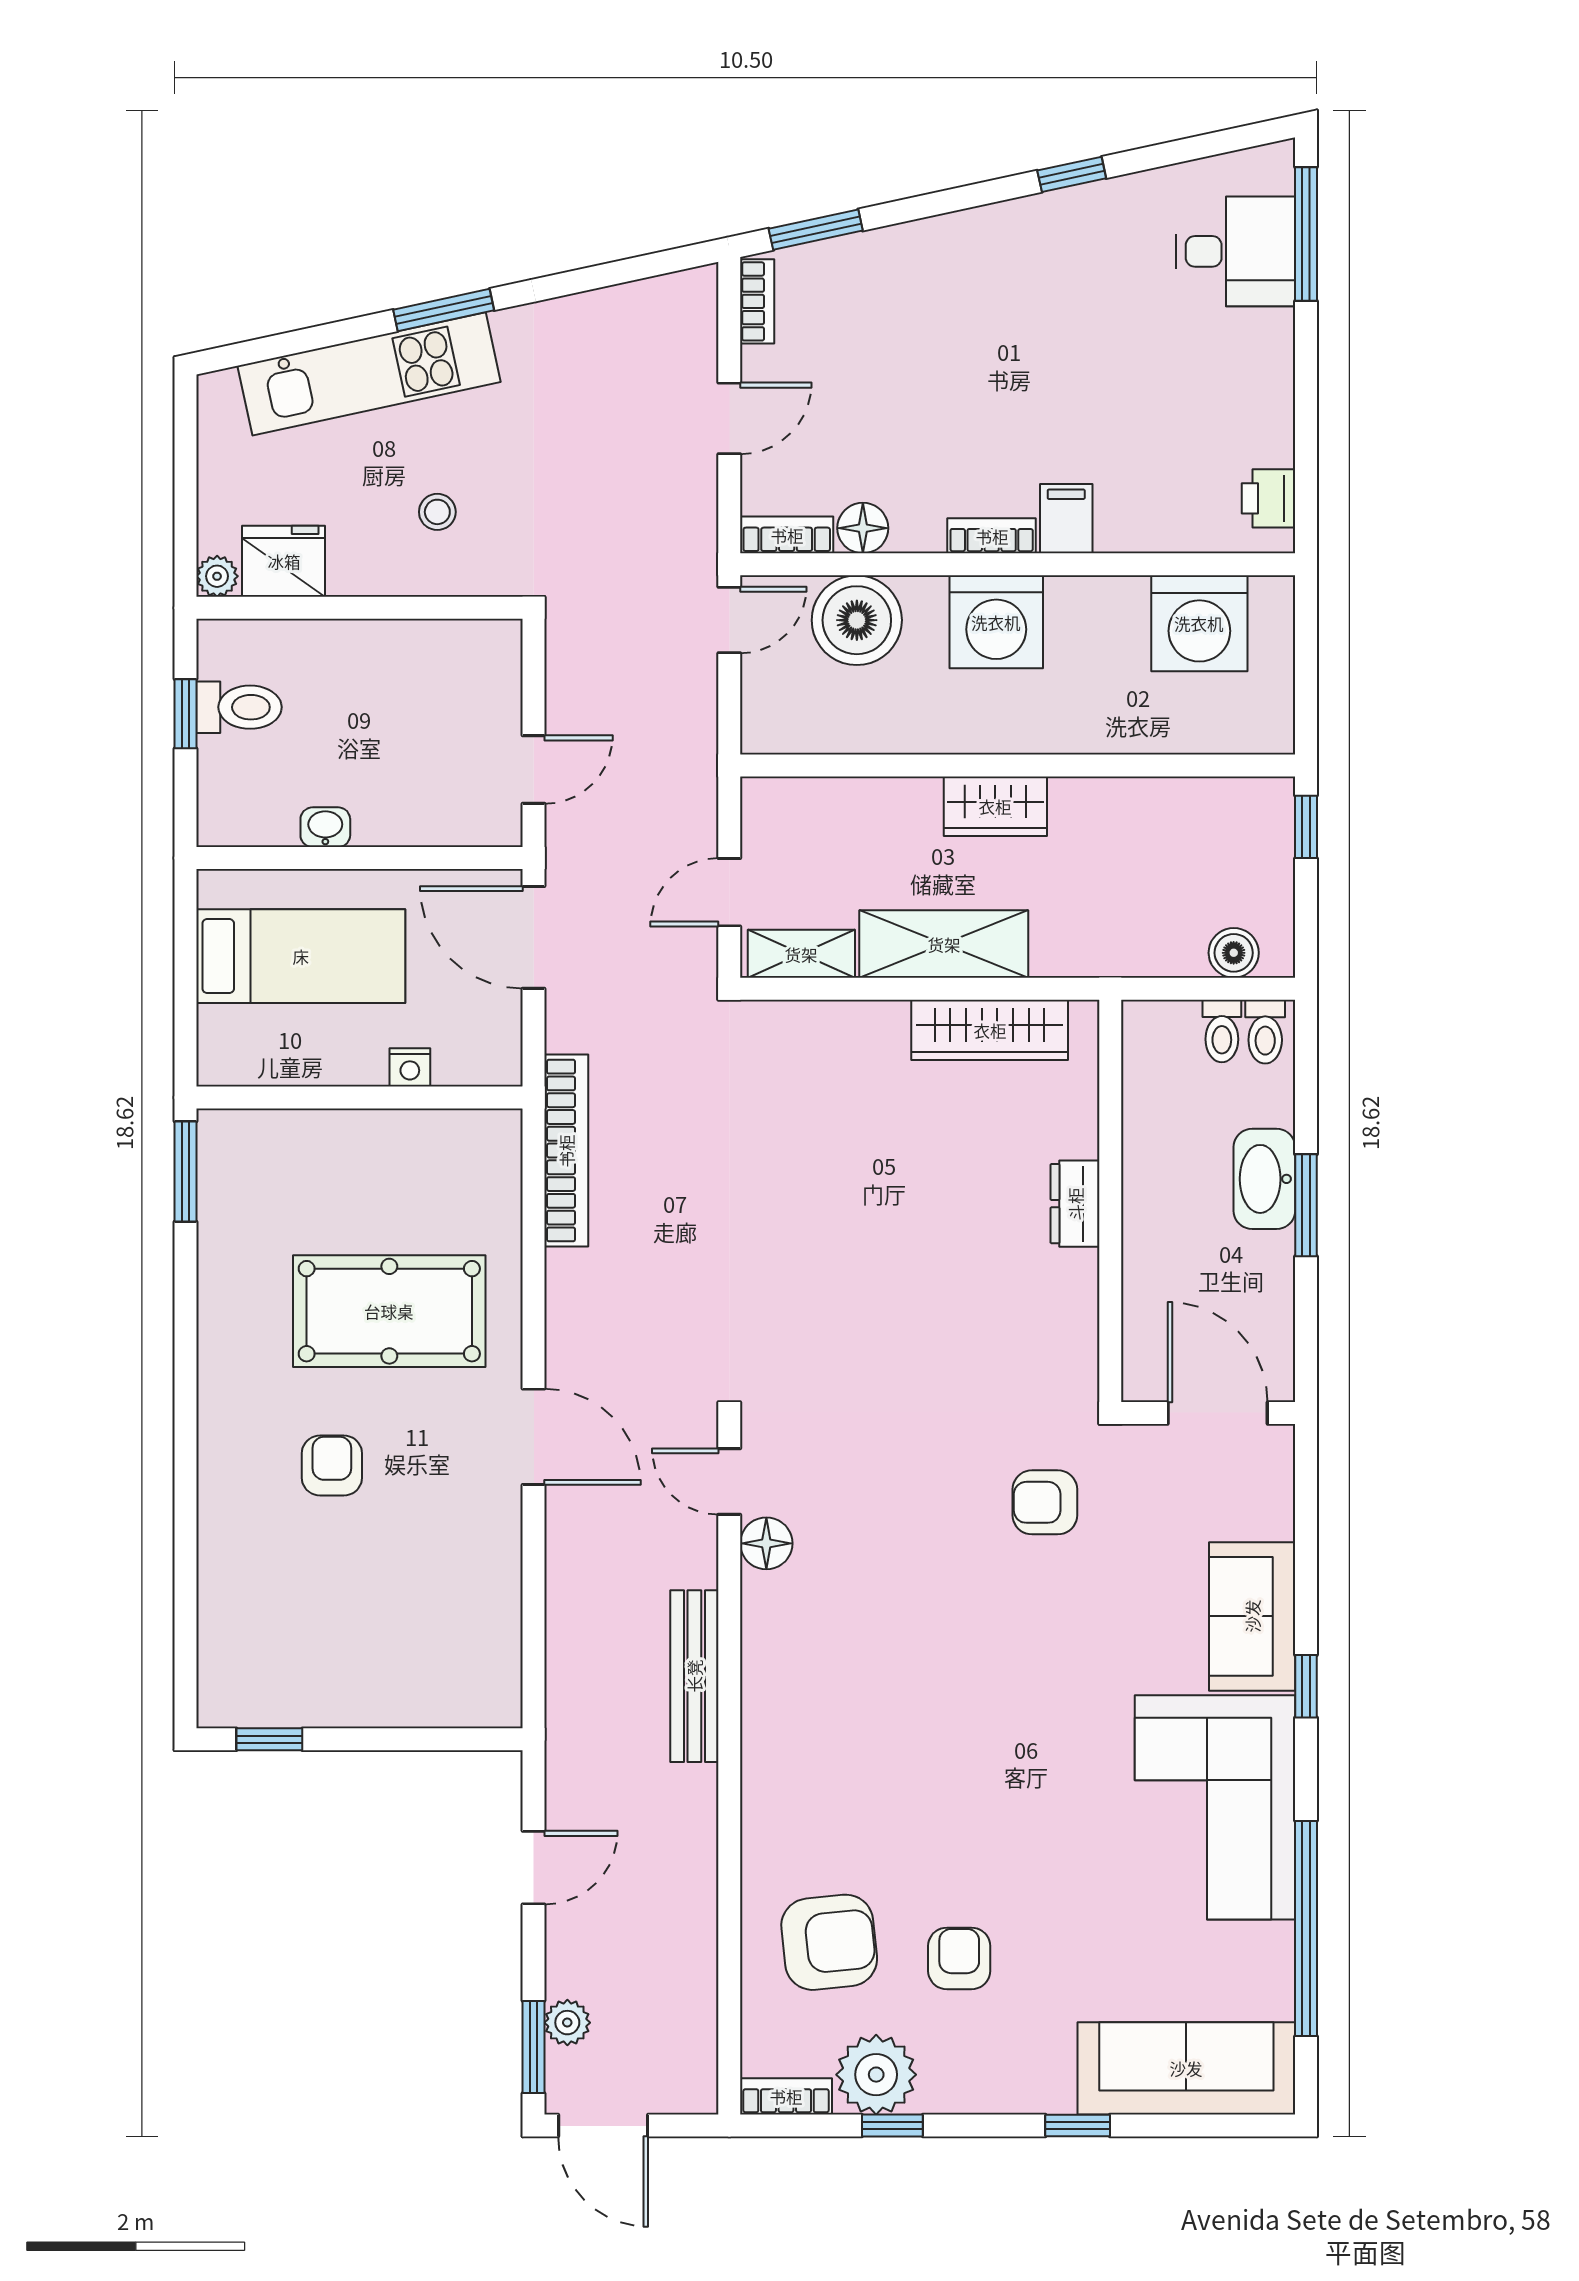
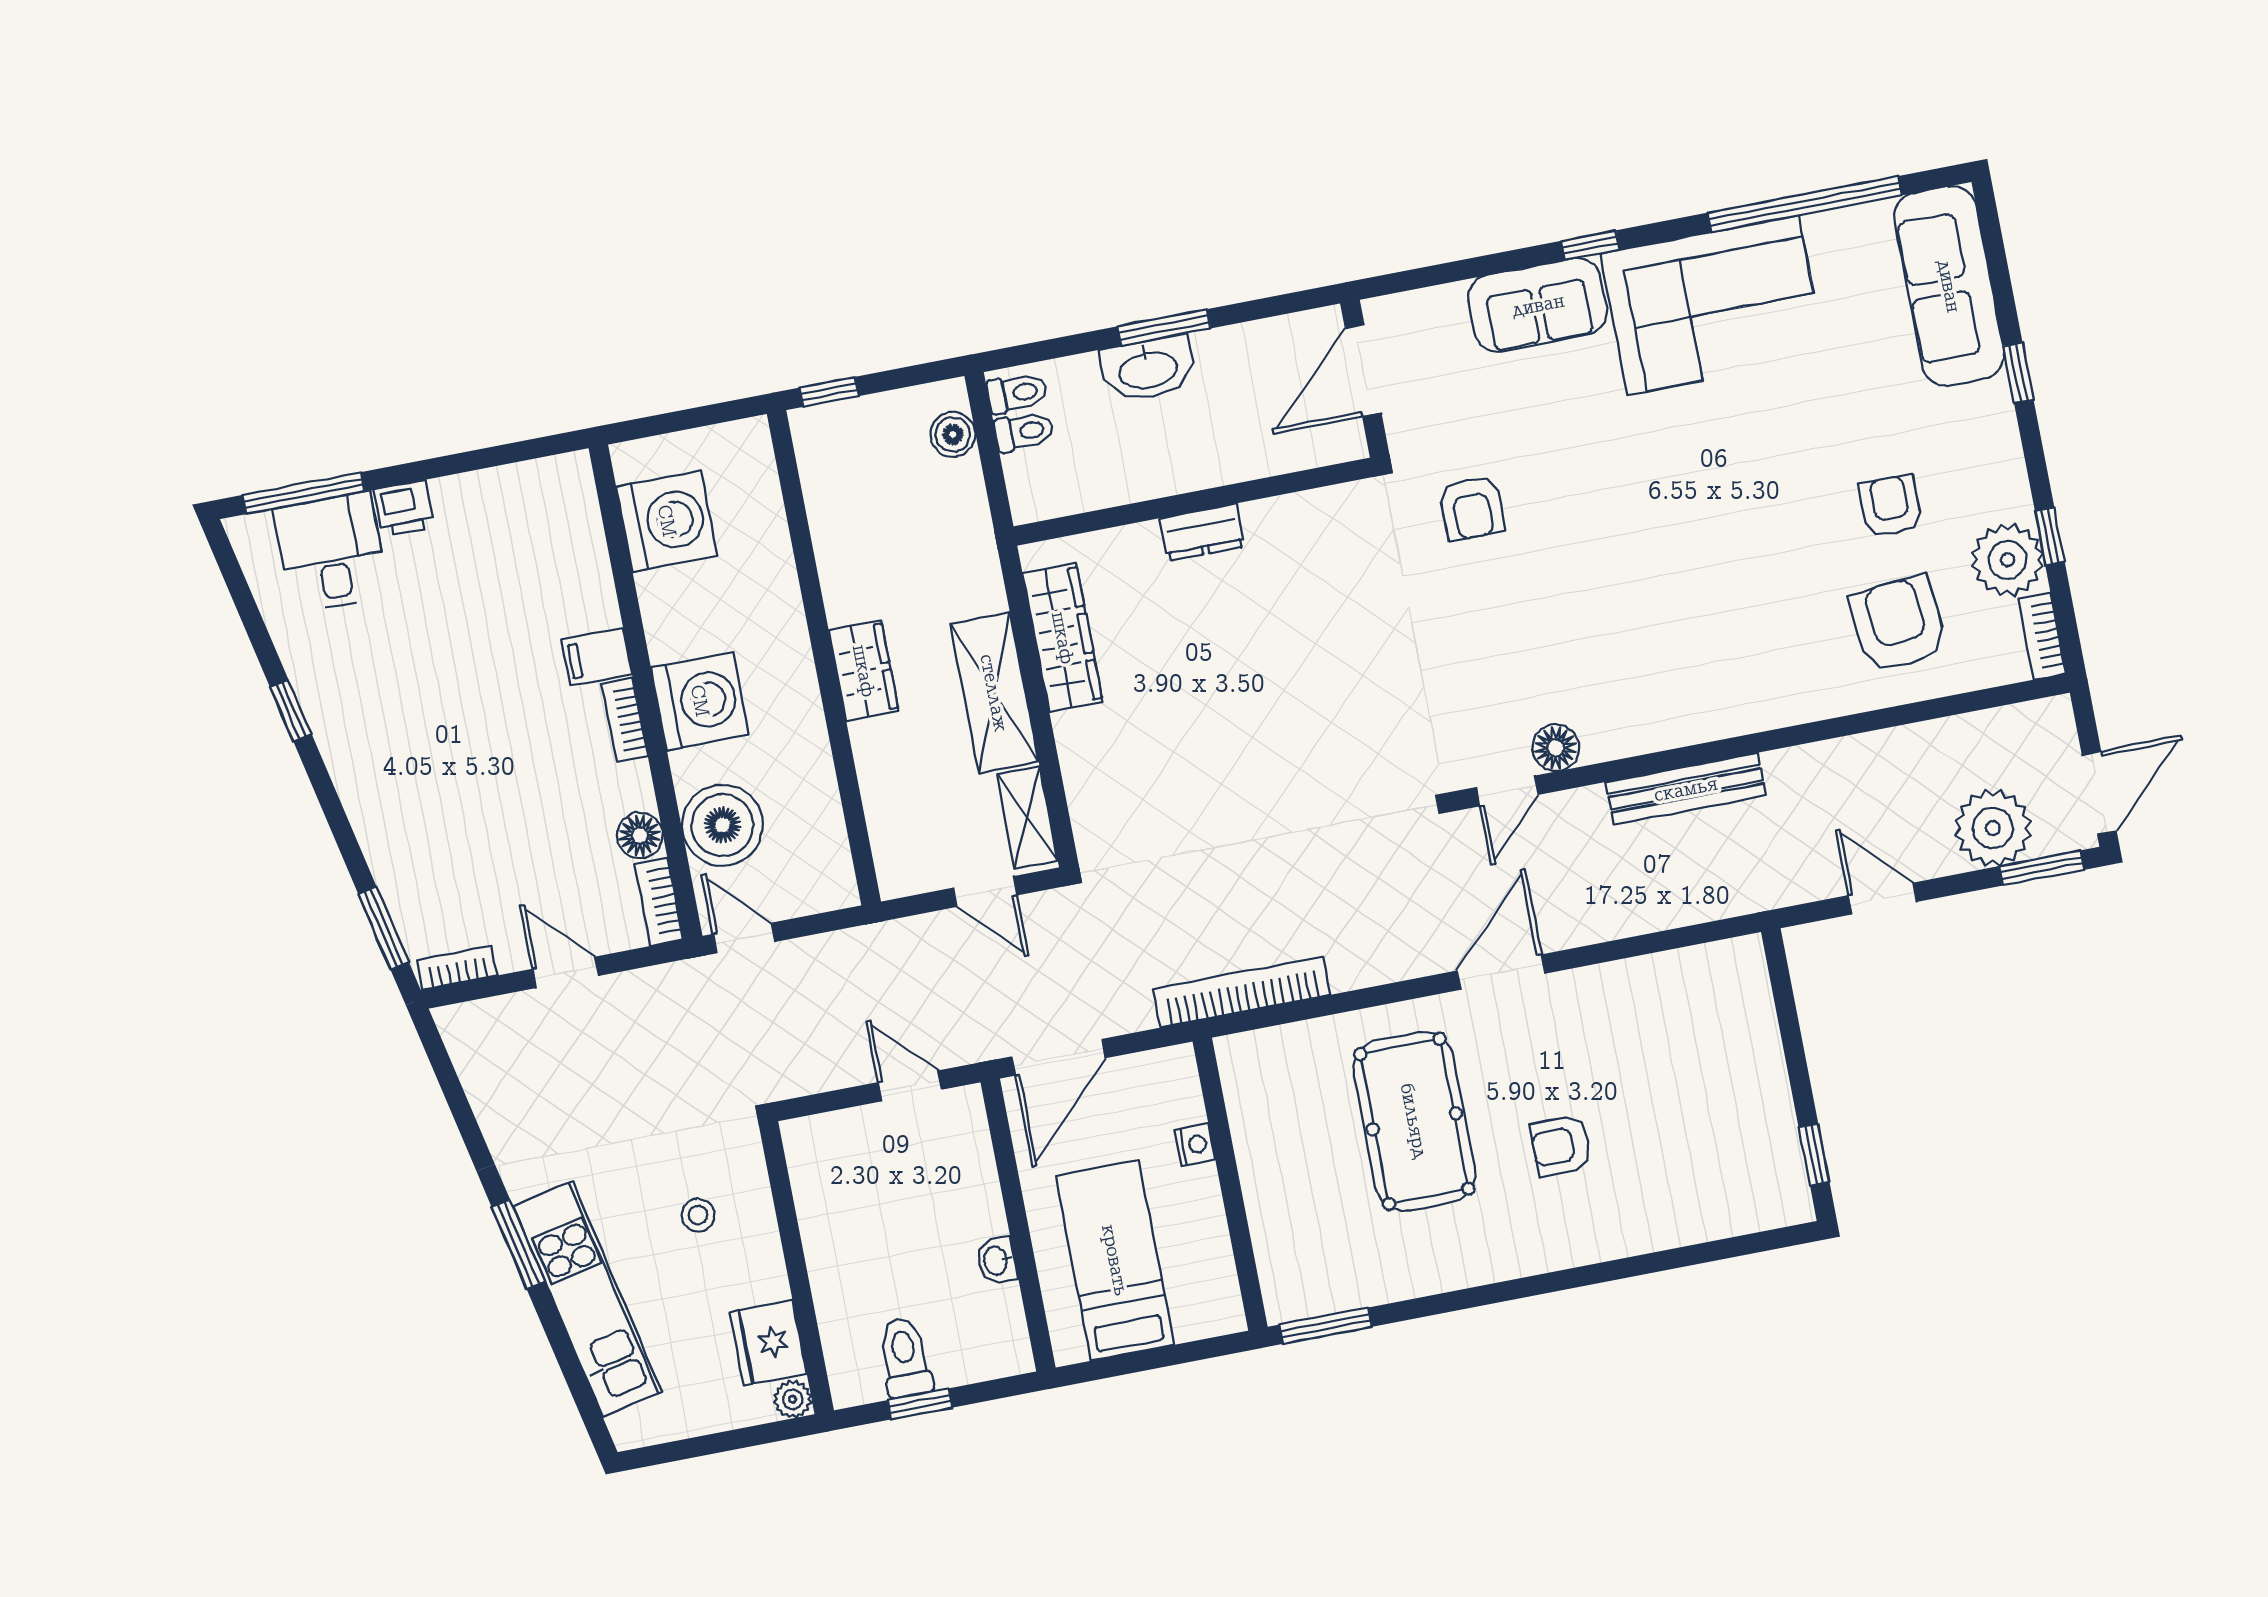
printer: (1269, 498) -> (404, 508), moved
armchair: (959, 1958) -> (1890, 506), turned 90
plant: (567, 2023) -> (1993, 828), width x1.87, depth x1.87

